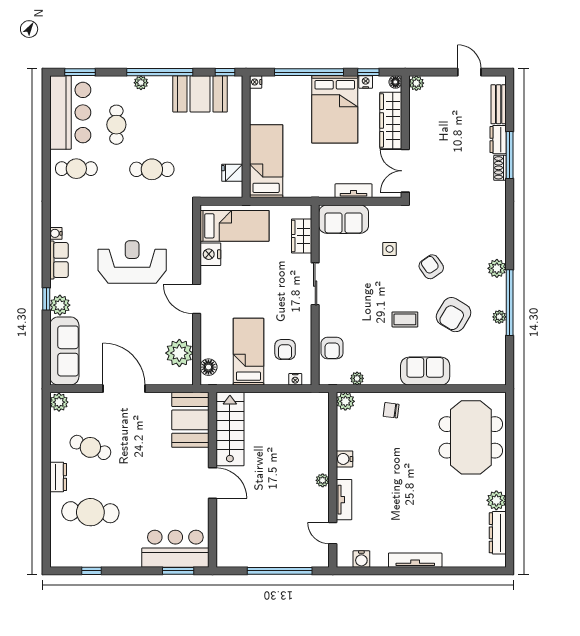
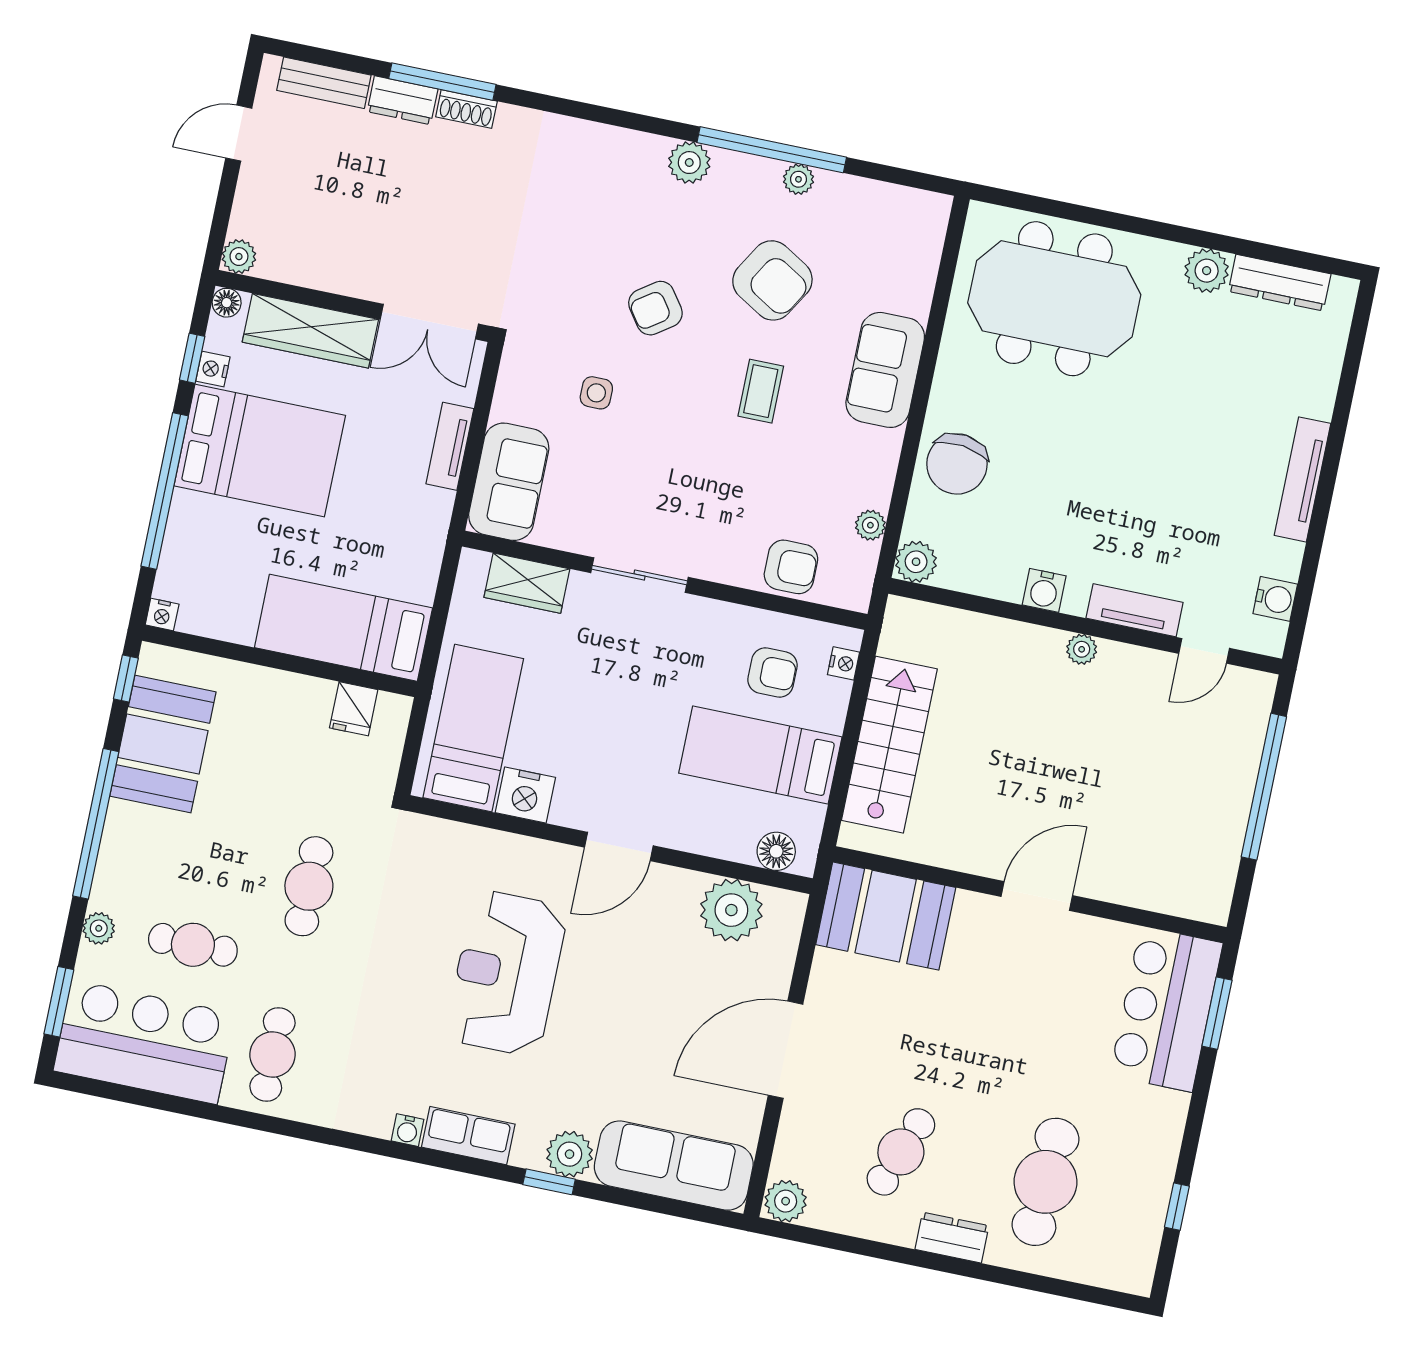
plant: (141, 83) -> (99, 928), moved
chair: (391, 410) -> (957, 464), width x1.87, depth x1.87
stairs: (230, 429) -> (889, 745), moved, turned 90

